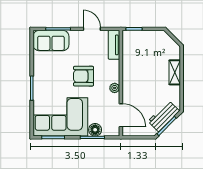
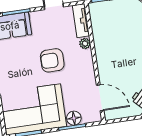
plant: (115, 88) -> (85, 44), moved

